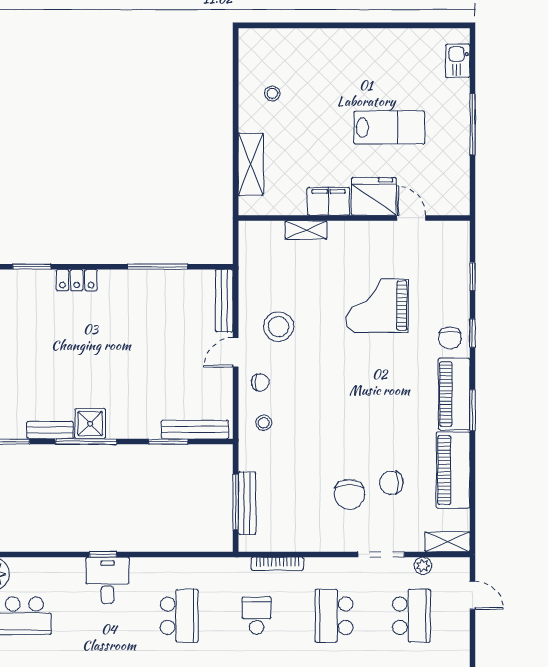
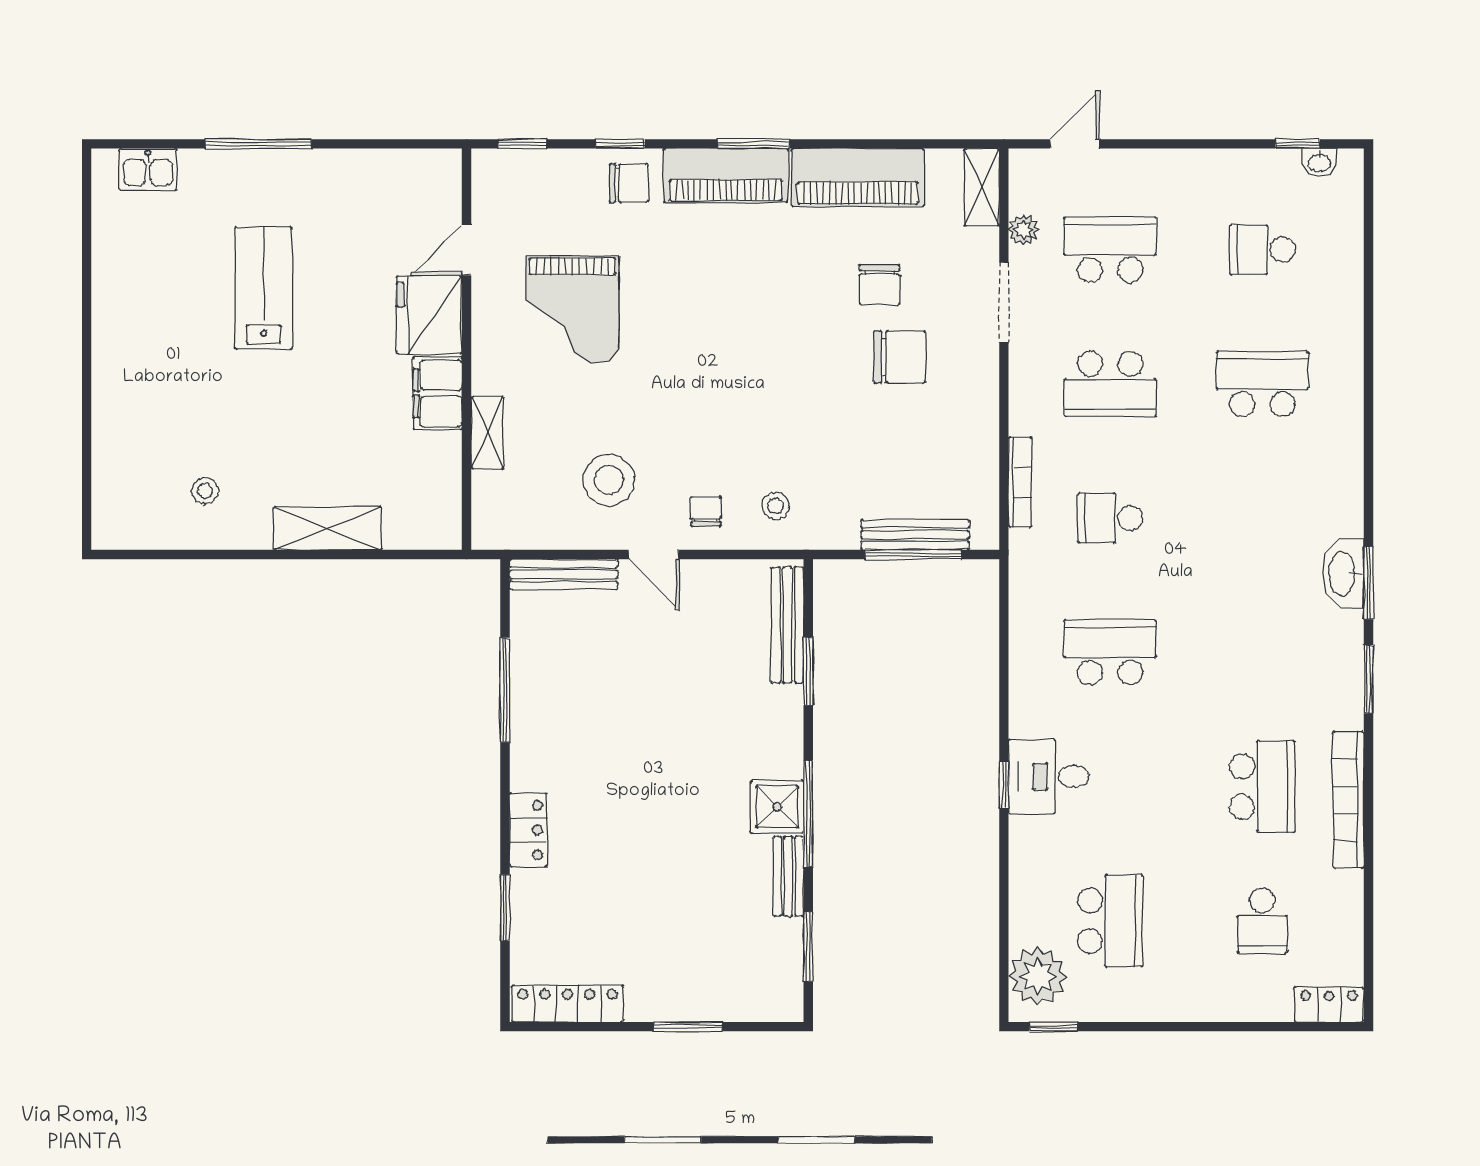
fridge: (374, 196) -> (429, 315), moved
filing cabinet: (329, 201) -> (438, 393), moved
wall: (354, 218) -> (467, 349), moved
door: (411, 218) -> (467, 250), moved
shelving: (306, 230) -> (487, 432), moved

